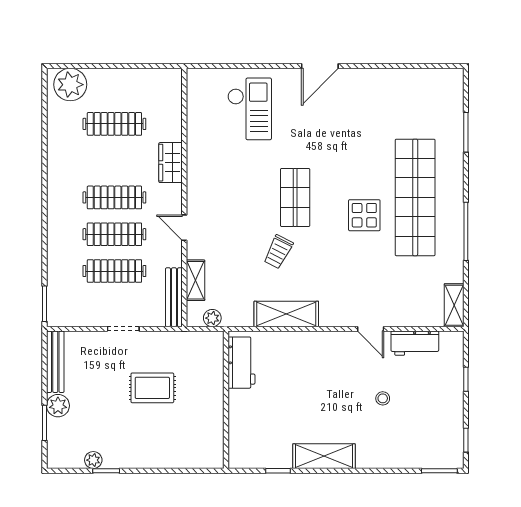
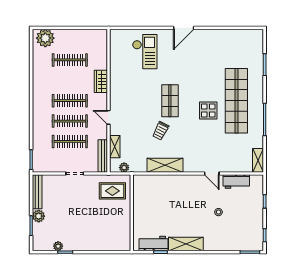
workbench: (241, 363) -> (153, 244), moved, turned -90
rug: (152, 388) -> (112, 191), moved

